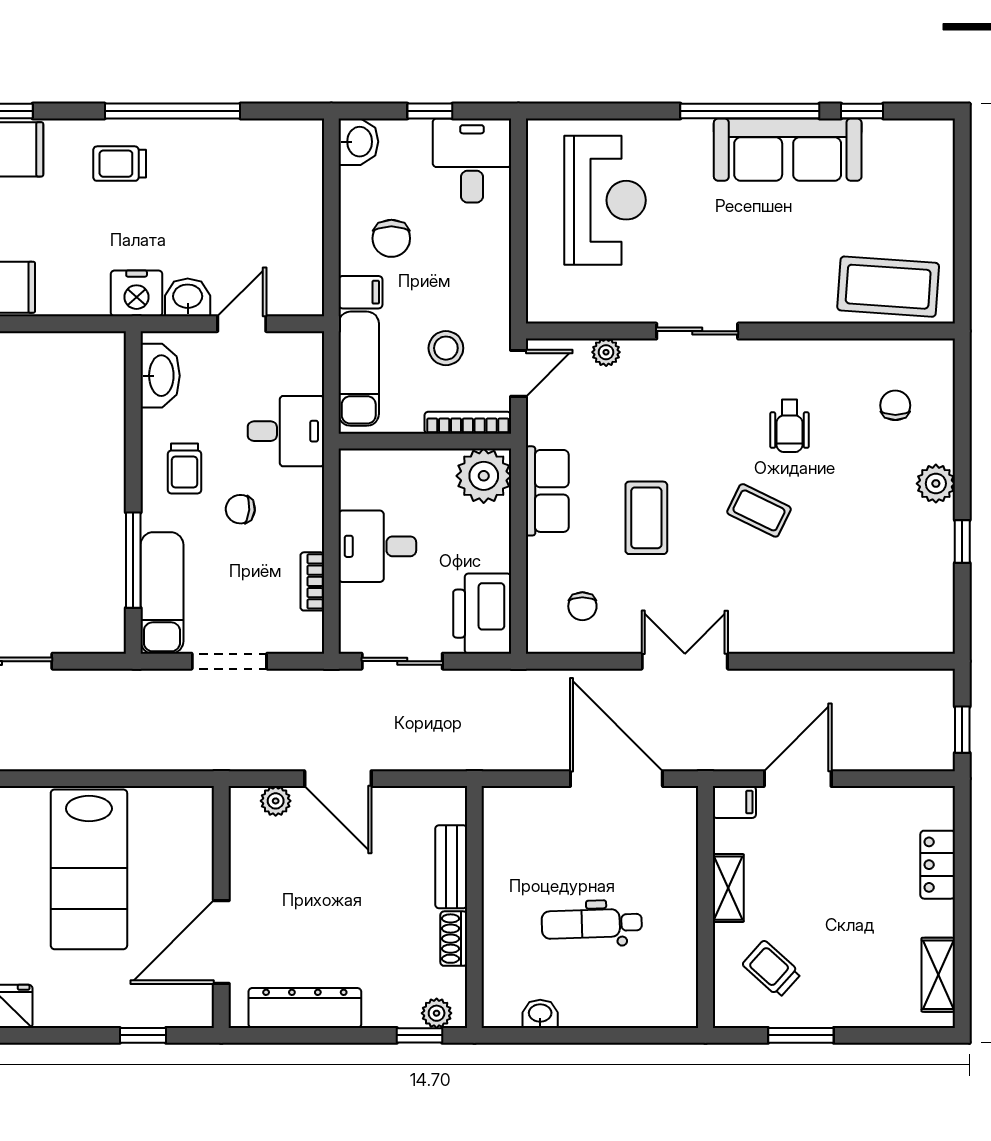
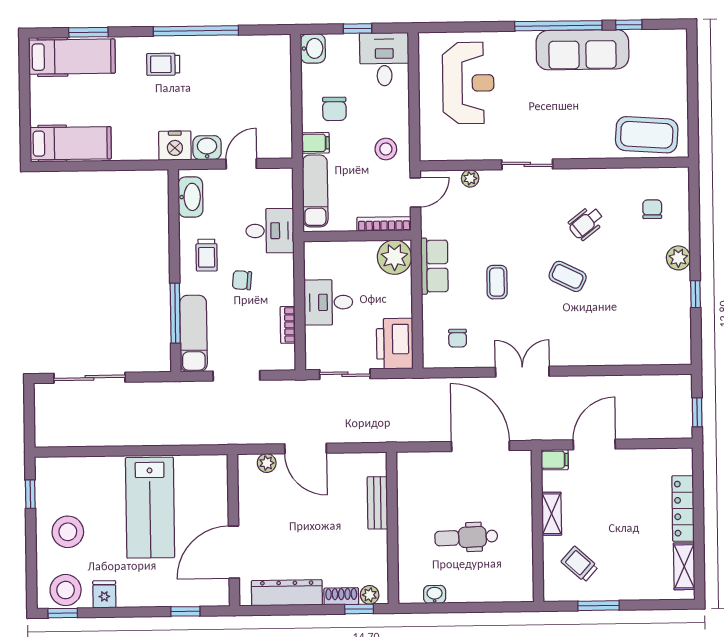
stool: (446, 348) -> (386, 149), moved
wheelchair: (789, 426) -> (586, 223), turned 52
coffee table: (646, 518) -> (497, 282), width x0.73, depth x0.77
locker: (938, 865) -> (683, 509), width x1.53
shoe rack: (454, 939) -> (341, 596), moved, turned 90

